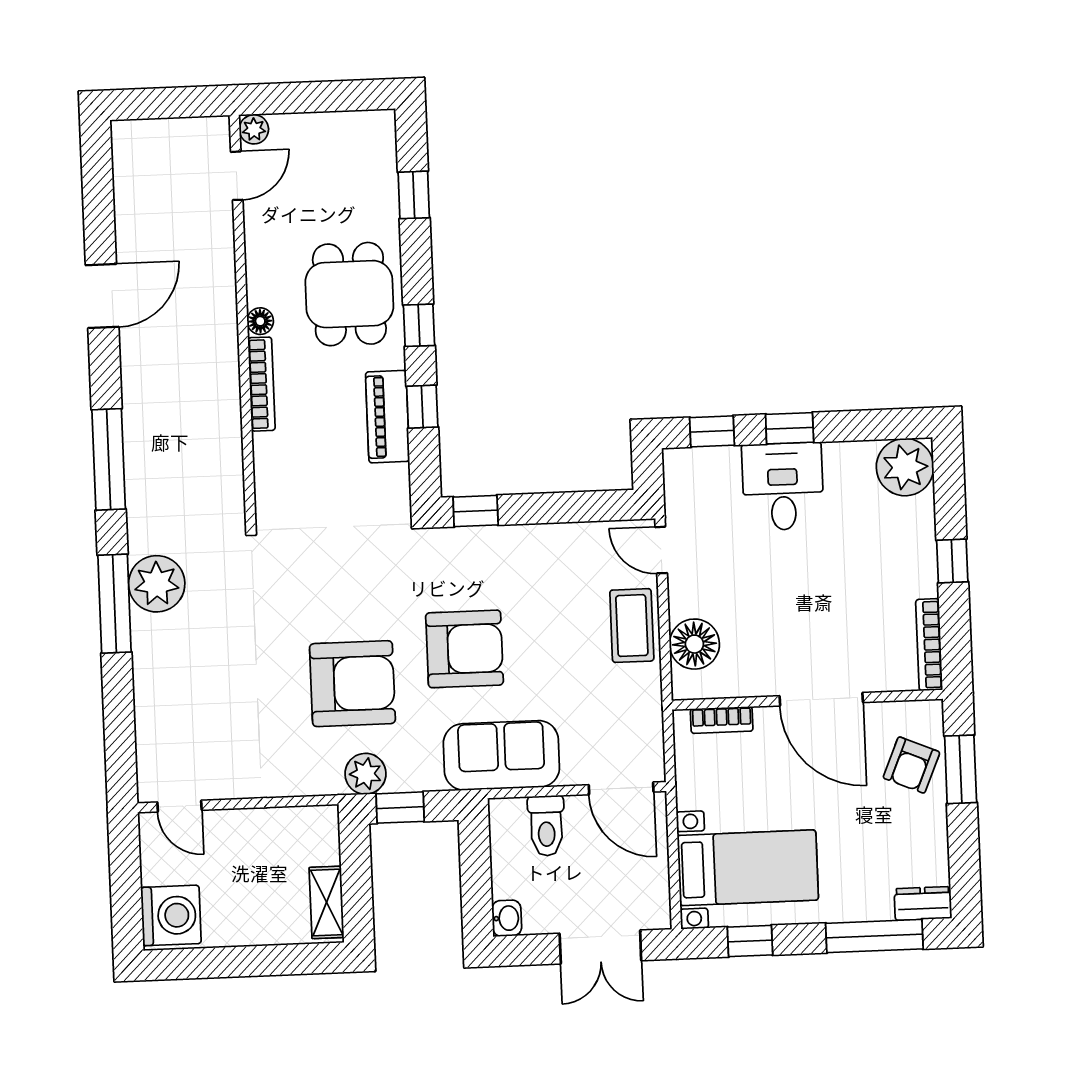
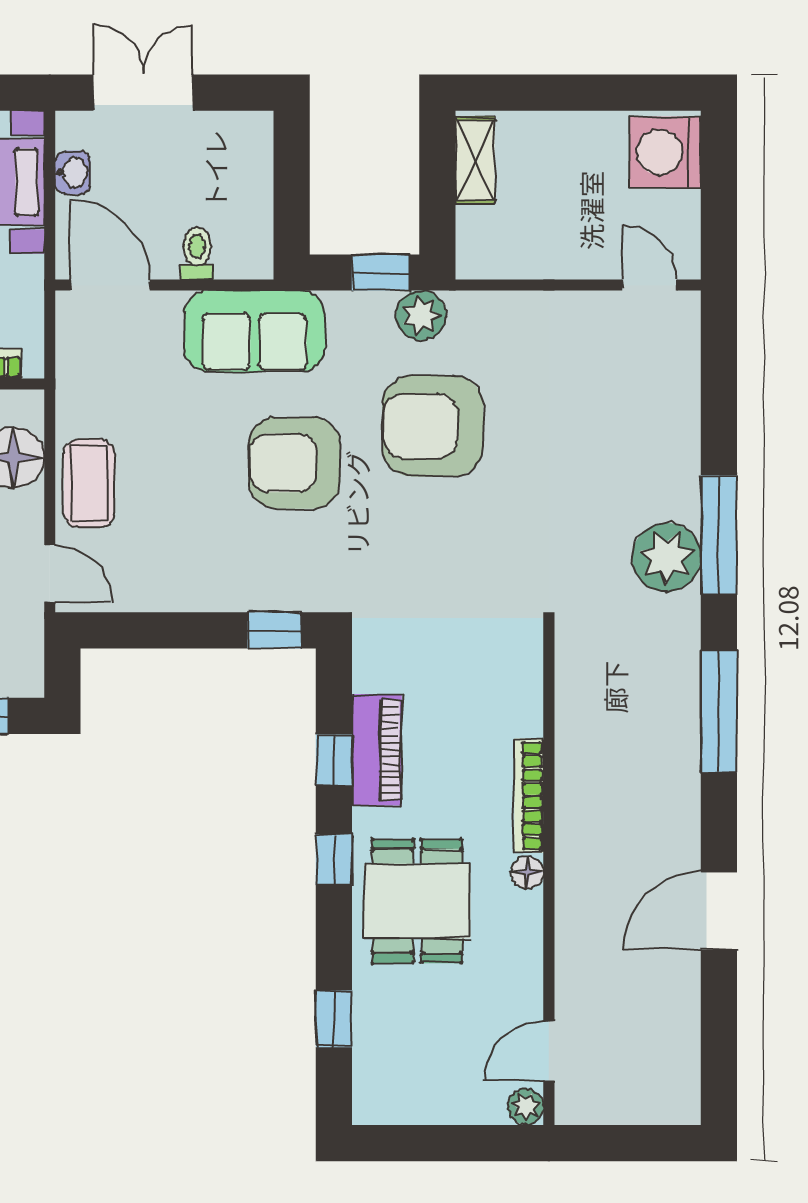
toilet: (546, 826) -> (197, 253), width x0.73, depth x0.72
washbasin: (507, 918) -> (73, 172), moved, turned 180

